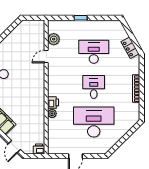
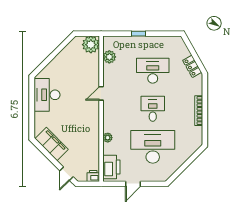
plant: (37, 28) -> (91, 45), added
door: (46, 57) -> (101, 93), moved
printer: (53, 102) -> (111, 167), moved, width x1.87, depth x1.48

